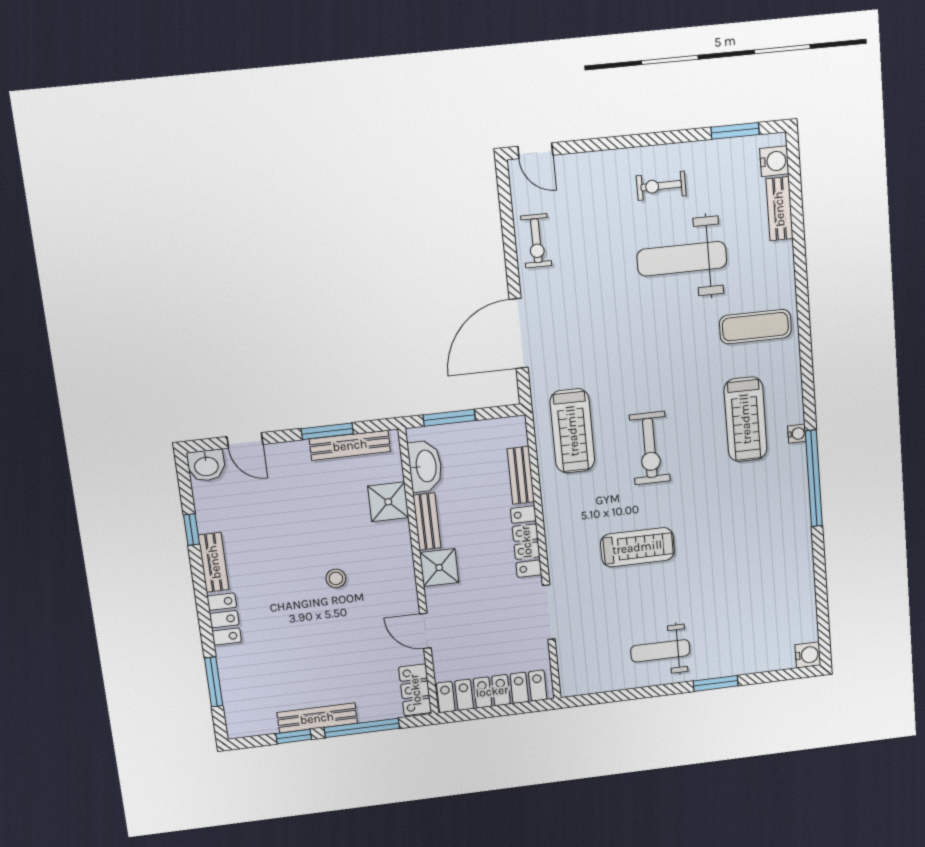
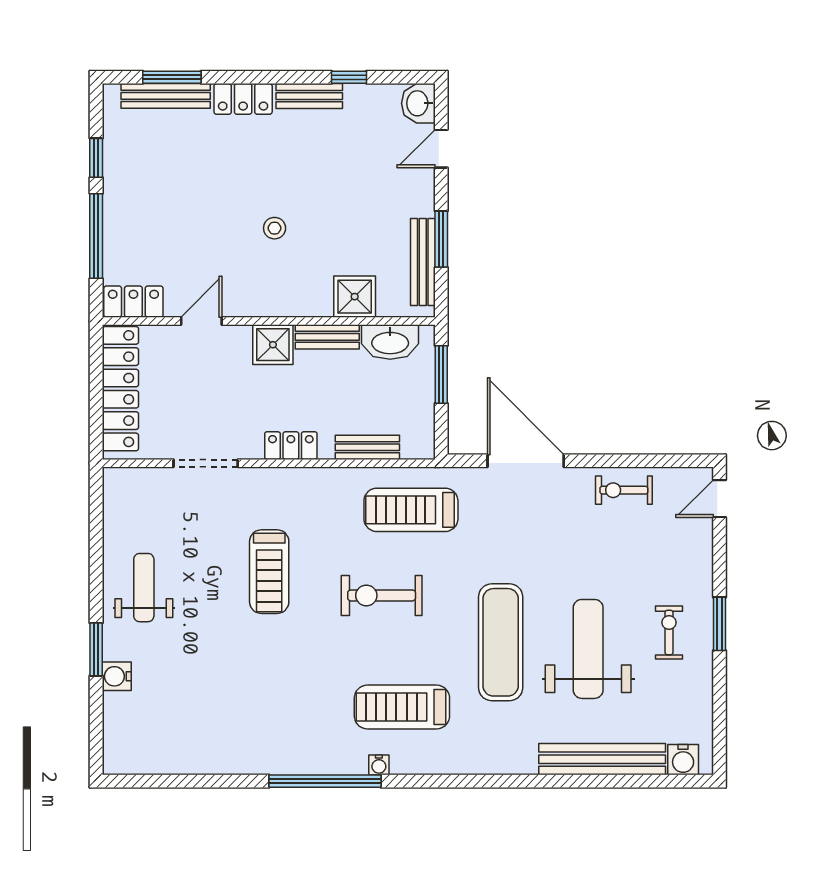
window: (735, 131) -> (719, 624), moved
bench: (779, 209) -> (602, 759), width x1.86, depth x1.21
exercise mat: (755, 327) -> (501, 642), moved, width x1.36, depth x1.45
locker: (526, 542) -> (291, 446), width x0.66
water cooler: (808, 655) -> (117, 676), moved, turned 90
bench: (317, 718) -> (166, 96), moved, turned 90

